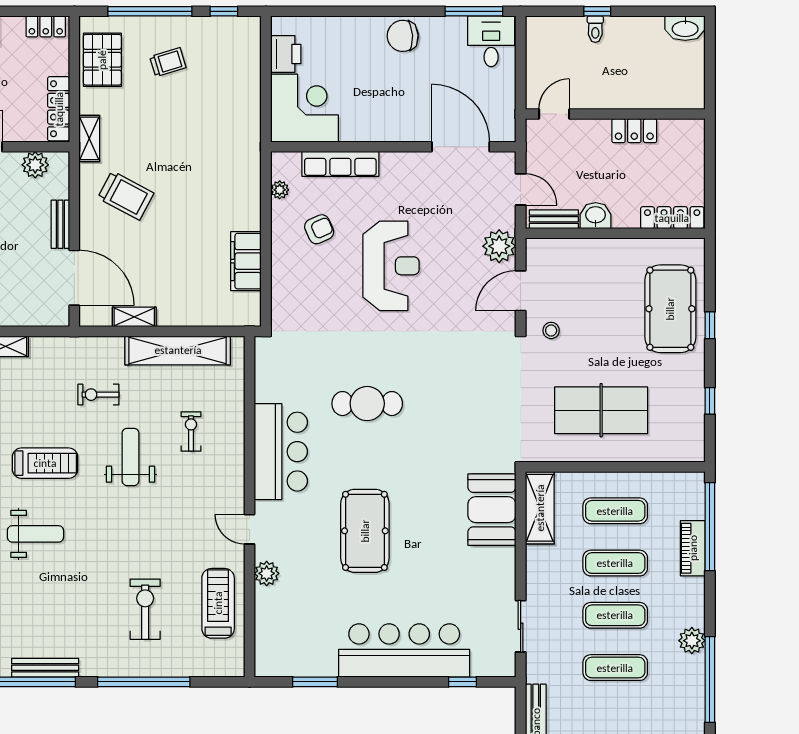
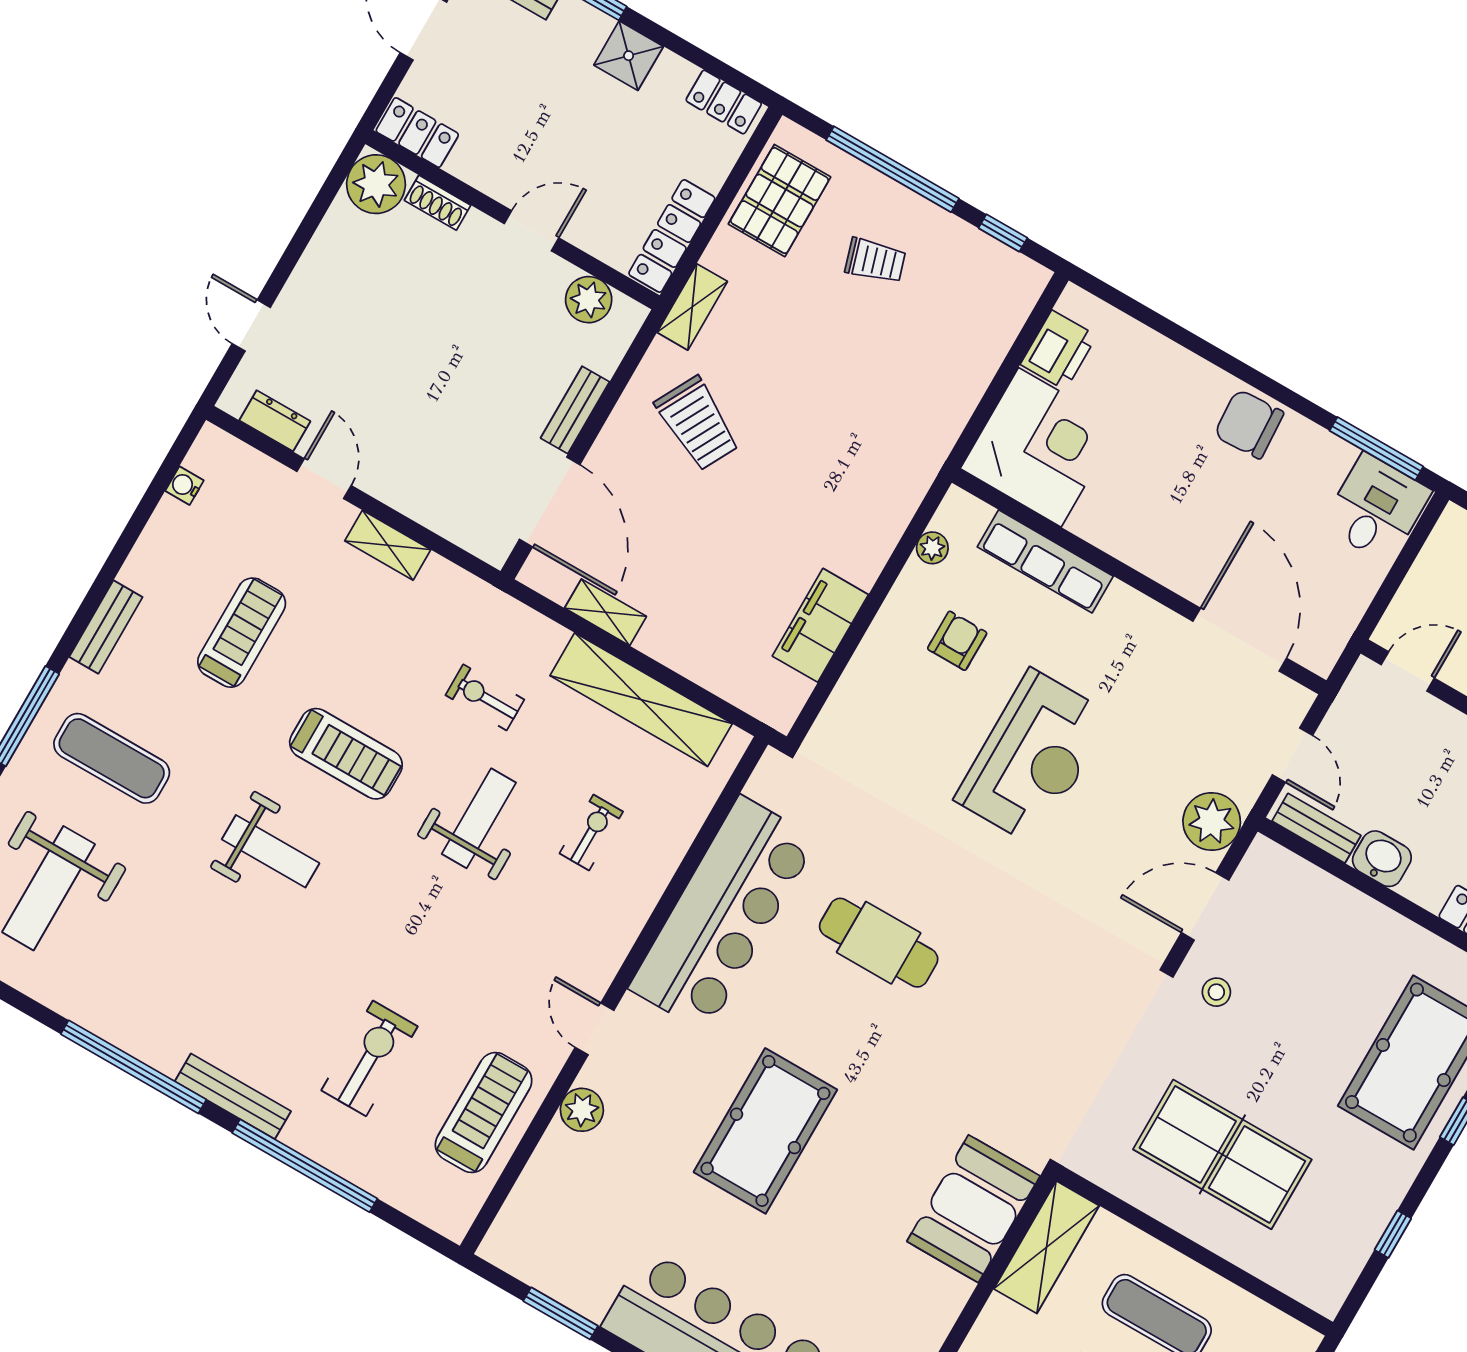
armchair: (319, 229) -> (957, 641), turned -66
bar counter: (281, 452) -> (723, 914), width x1.36
bench: (45, 668) -> (233, 1096), moved

